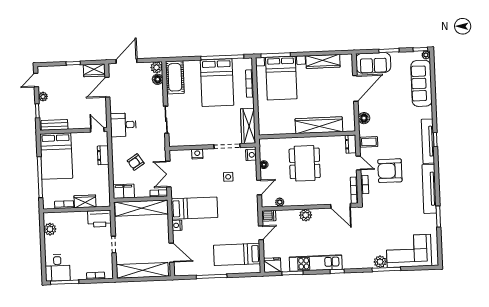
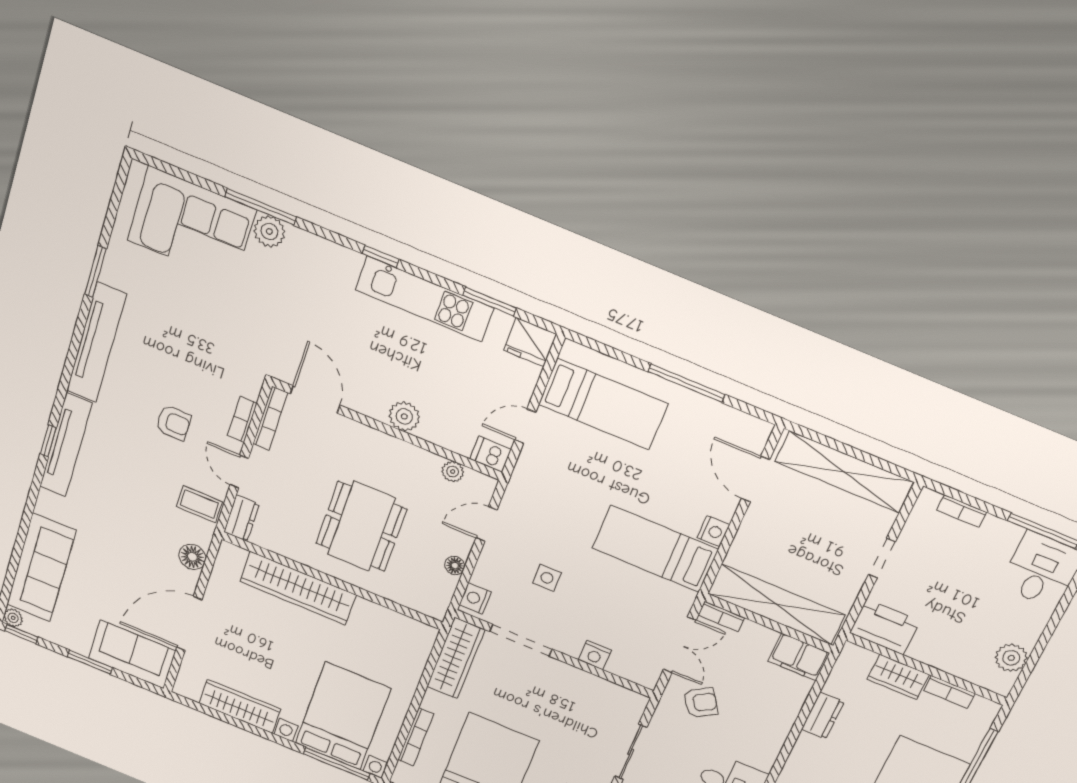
dresser: (103, 155) -> (823, 716), moved
armchair: (136, 162) -> (701, 703), moved
armchair: (390, 171) -> (173, 423), width x0.53, depth x0.53

